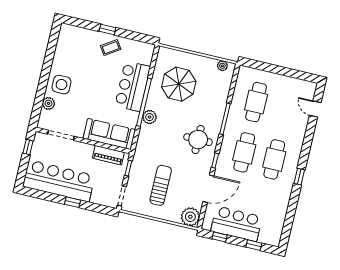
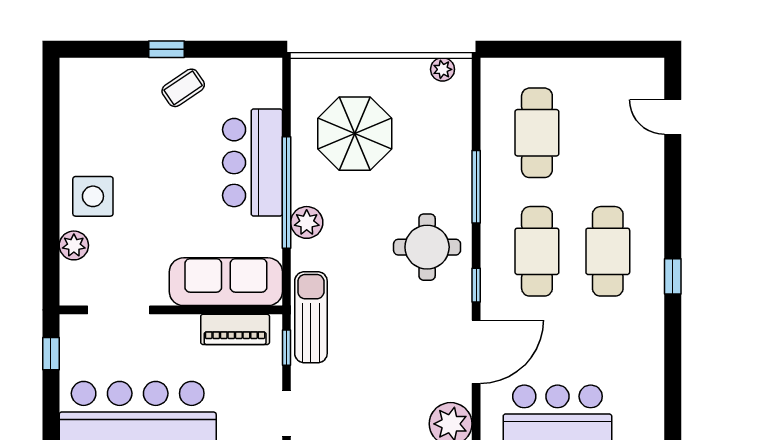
sun lounger: (161, 185) -> (311, 317), moved

